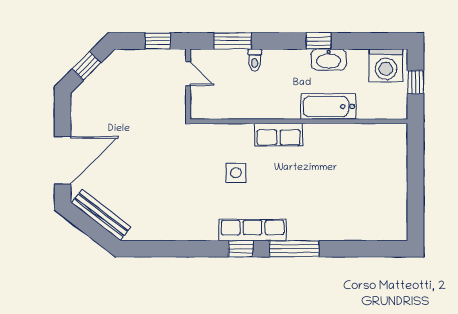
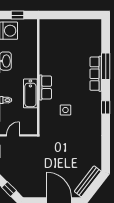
bathtub: (329, 106) -> (30, 93), moved
row of seats: (253, 230) -> (96, 74), moved
window: (294, 249) -> (106, 66), moved

